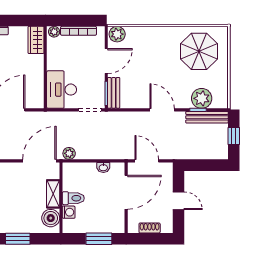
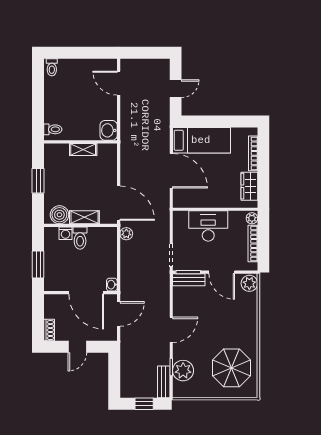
wardrobe: (36, 40) -> (249, 186), moved, turned -90
desk: (62, 90) -> (208, 226), moved
bench: (207, 117) -> (164, 382), width x0.73
washbasin: (103, 167) -> (112, 285), moved
shoe rack: (150, 228) -> (49, 330), moved

